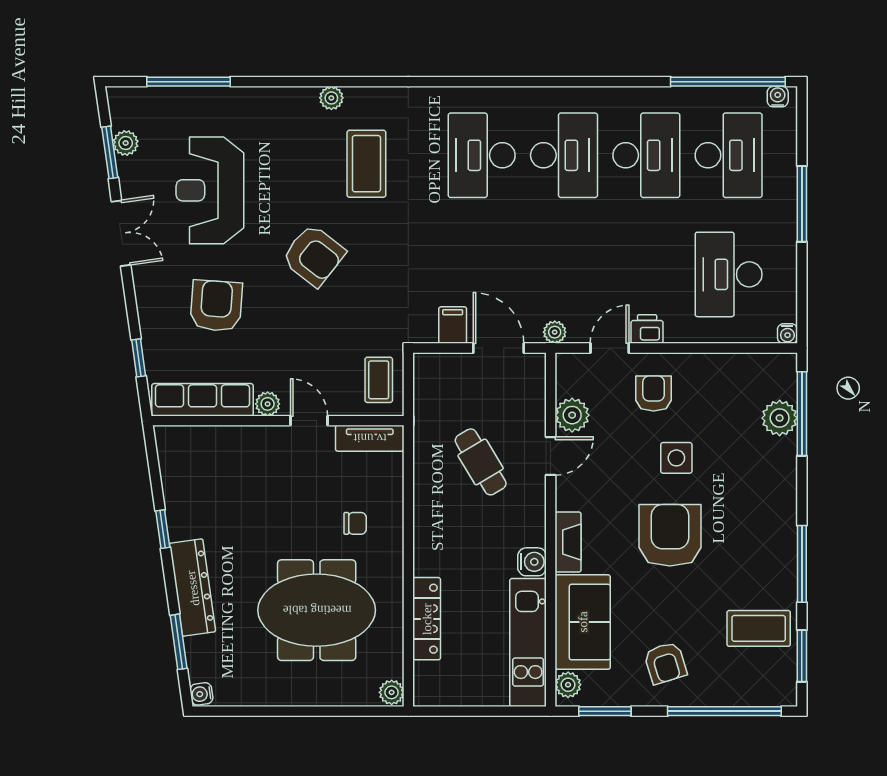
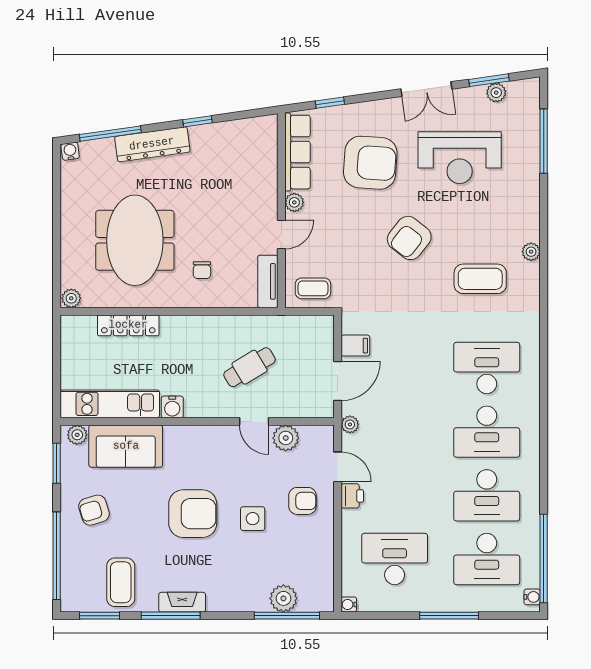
reception desk: (210, 190) -> (460, 158), turned 180
armchair: (216, 306) -> (370, 163), width x1.36, depth x1.36
fireplace: (568, 542) -> (182, 602), moved, turned 180
window: (179, 642) -> (110, 134), width x1.44

